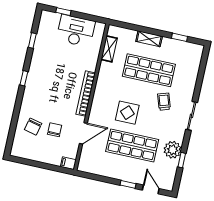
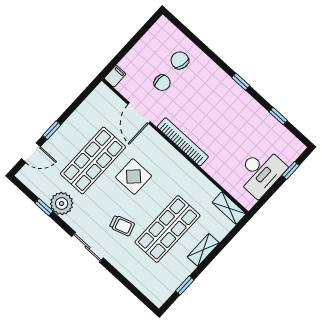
shelving: (109, 49) -> (229, 208), moved

